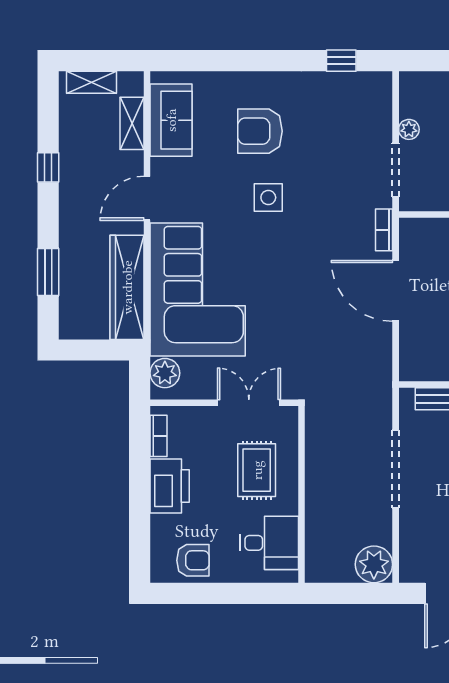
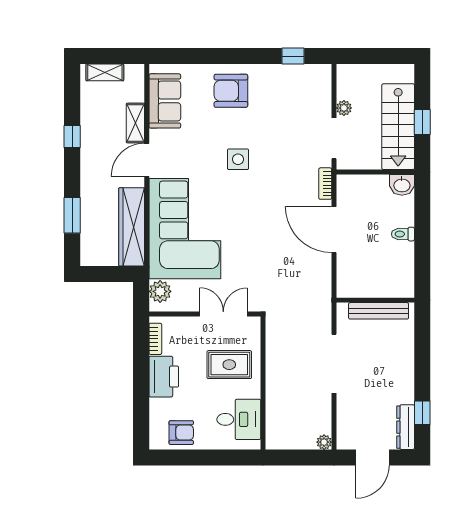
shelving: (132, 123) -> (135, 123), moved
armchair: (260, 131) -> (231, 91), moved
rug: (257, 470) -> (229, 365), turned 90
plant: (374, 564) -> (324, 442), width x0.53, depth x0.53

